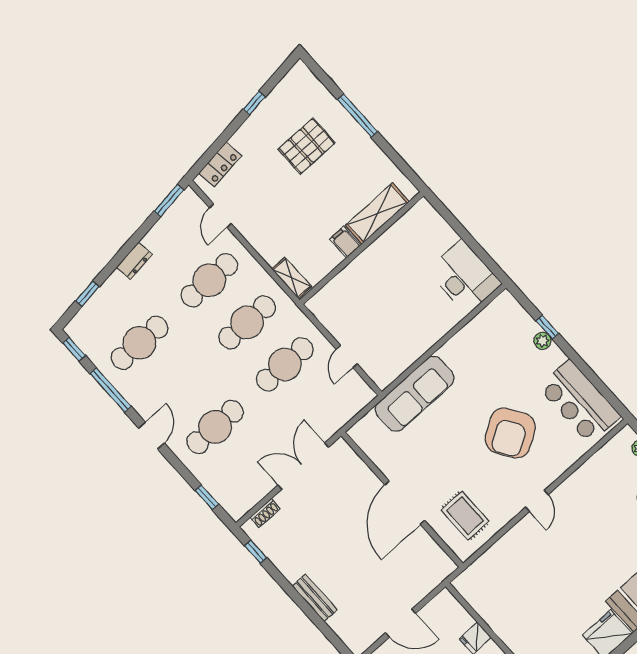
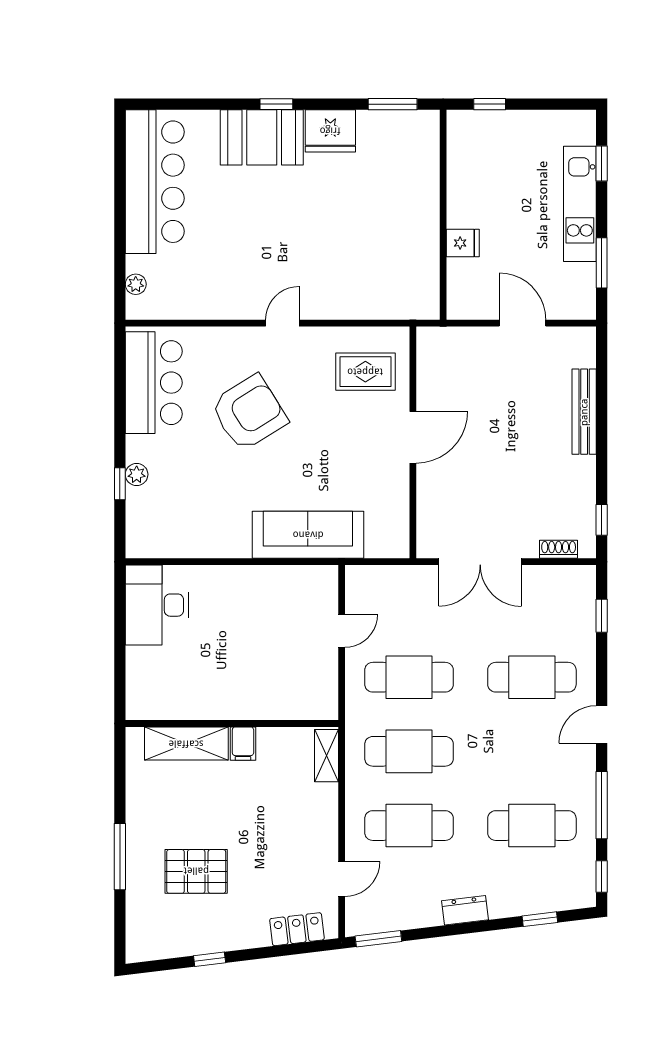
door: (405, 502) -> (413, 437), width x0.73
rug: (465, 516) -> (365, 372), turned 90
bench: (315, 598) -> (584, 412), width x1.36

